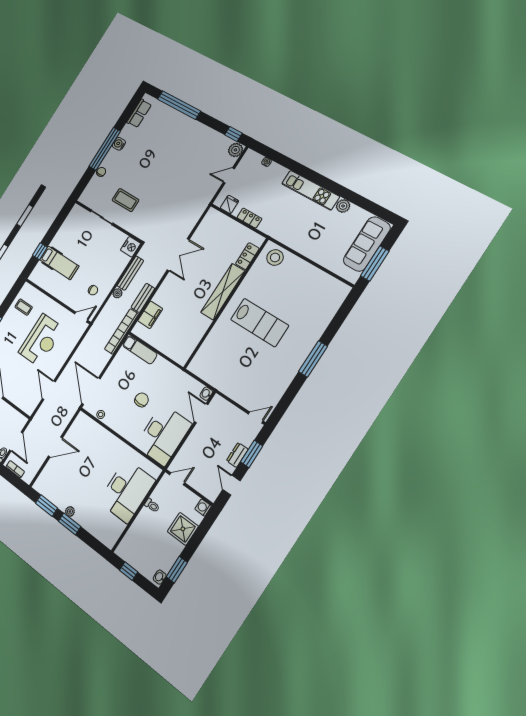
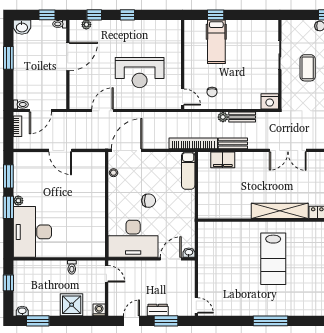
bench: (130, 273) -> (242, 117), width x0.73
coffee table: (24, 307) -> (157, 34), removed
desk: (127, 491) -> (32, 232), moved, turned 90

